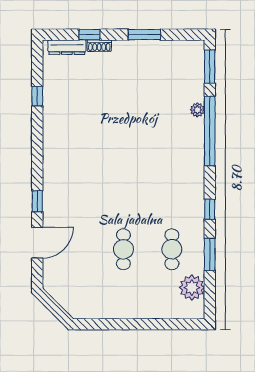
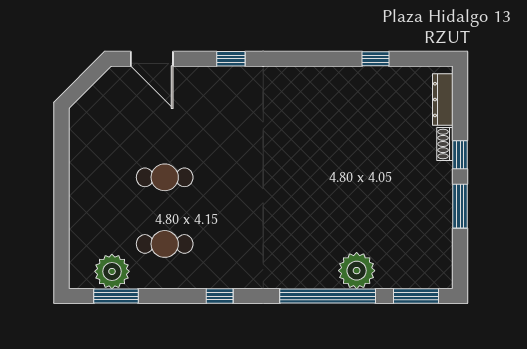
window: (89, 35) -> (460, 155), moved
plant: (197, 110) -> (357, 271), width x1.87, depth x1.87
door: (37, 243) -> (152, 59), moved
window: (210, 254) -> (116, 296), moved

